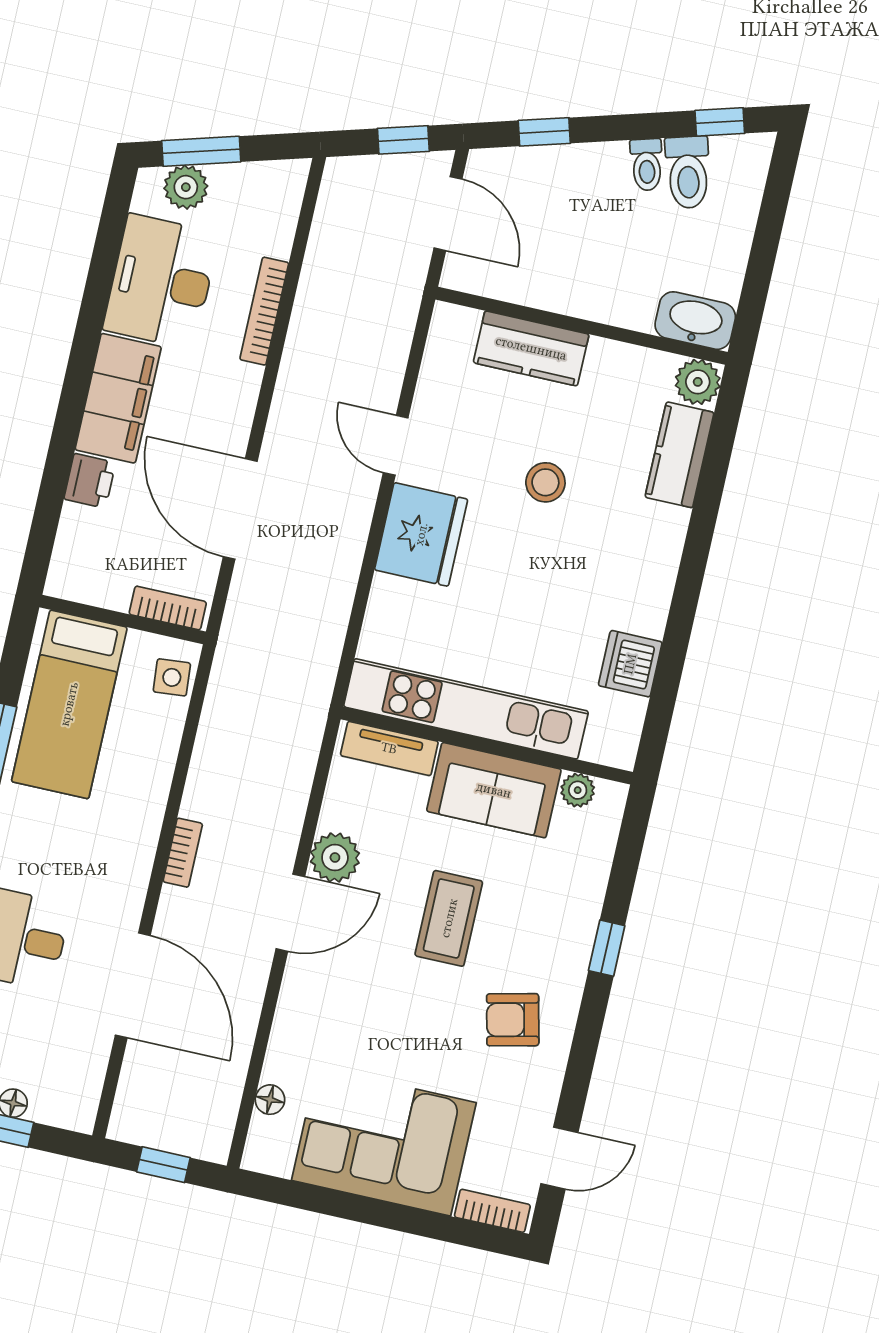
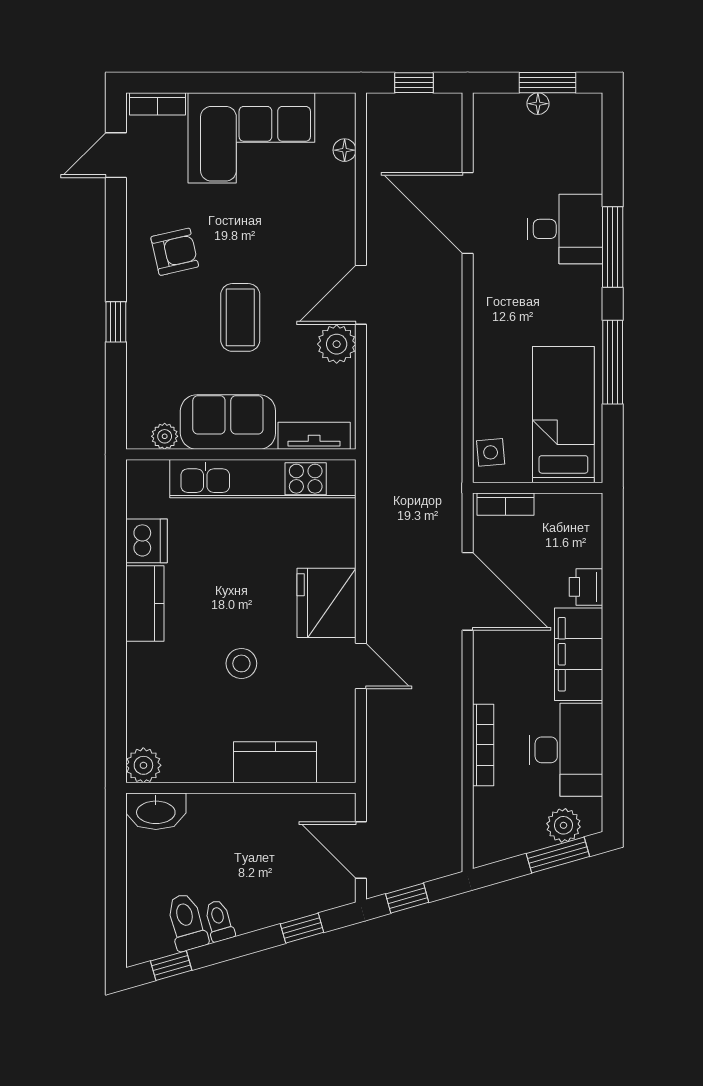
kitchen counter: (679, 455) -> (145, 603), moved
bookcase: (183, 853) -> (452, 322), removed

